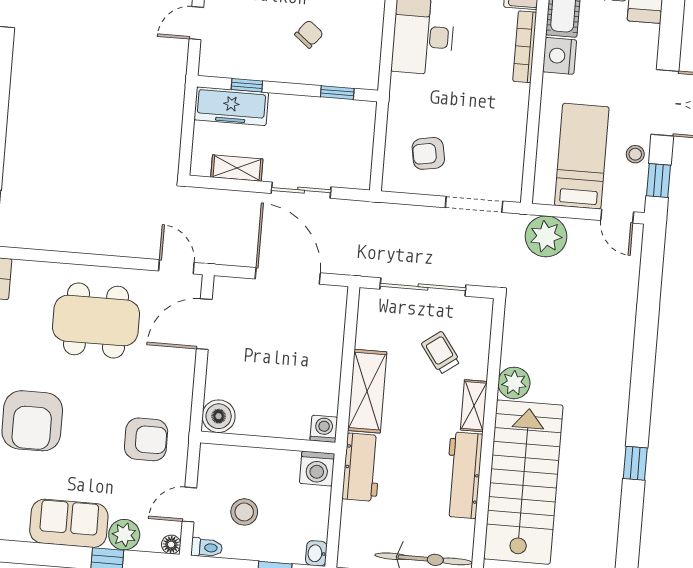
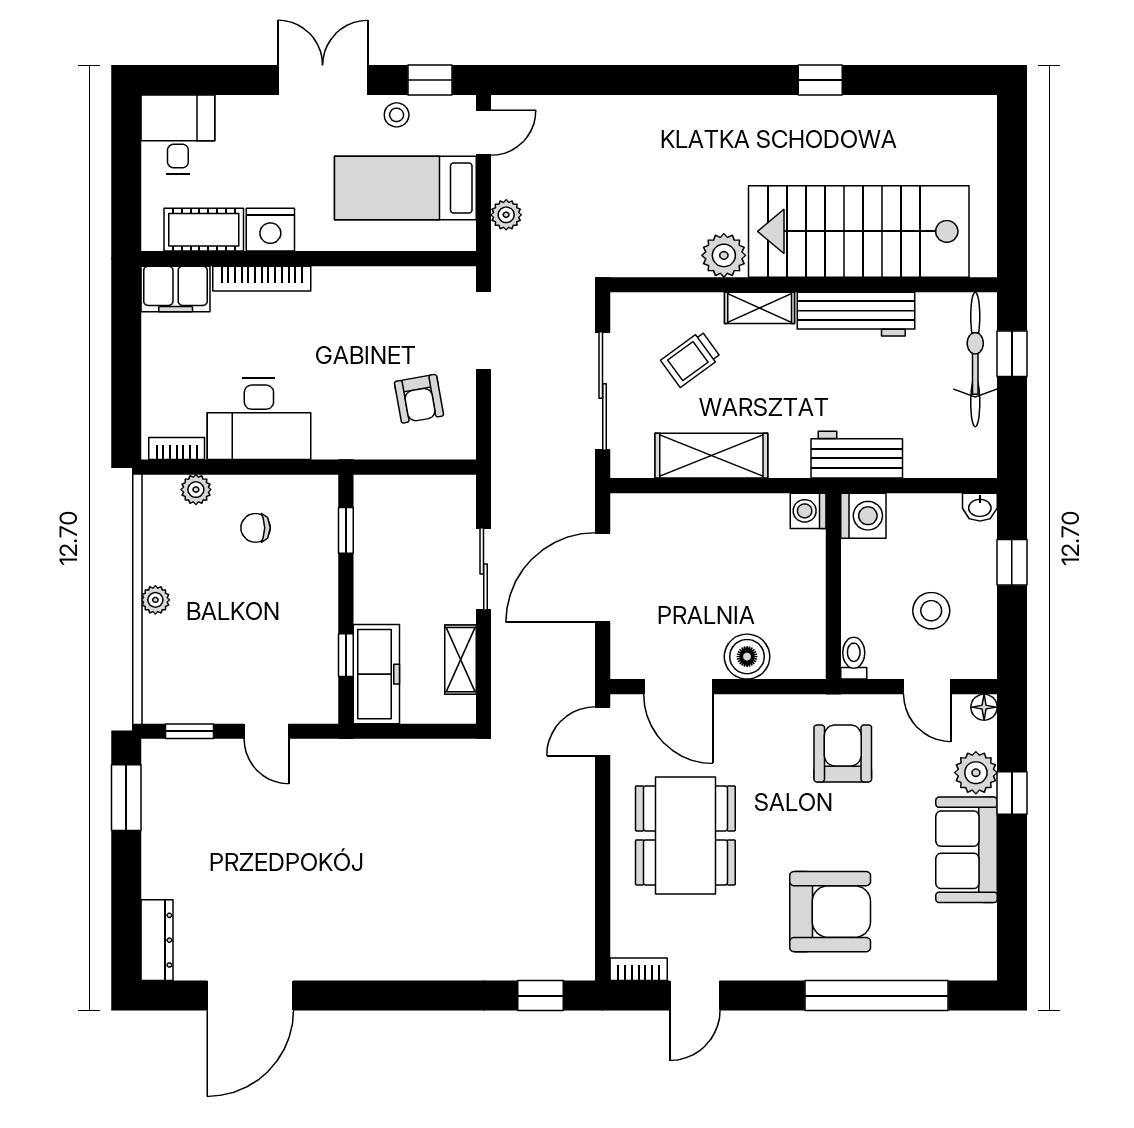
chair: (309, 34) -> (256, 528), moved, turned -39
plant: (546, 236) -> (506, 215), width x0.53, depth x0.53
shelving: (367, 391) -> (711, 456), moved
boiler: (219, 416) -> (747, 657), moved
toilet: (207, 548) -> (854, 658), moved

